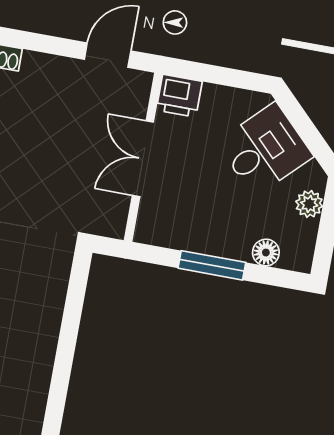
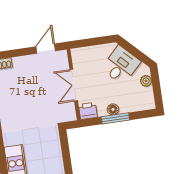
printer: (179, 96) -> (88, 111), moved, turned 180
floor lamp: (266, 253) -> (113, 109), moved

